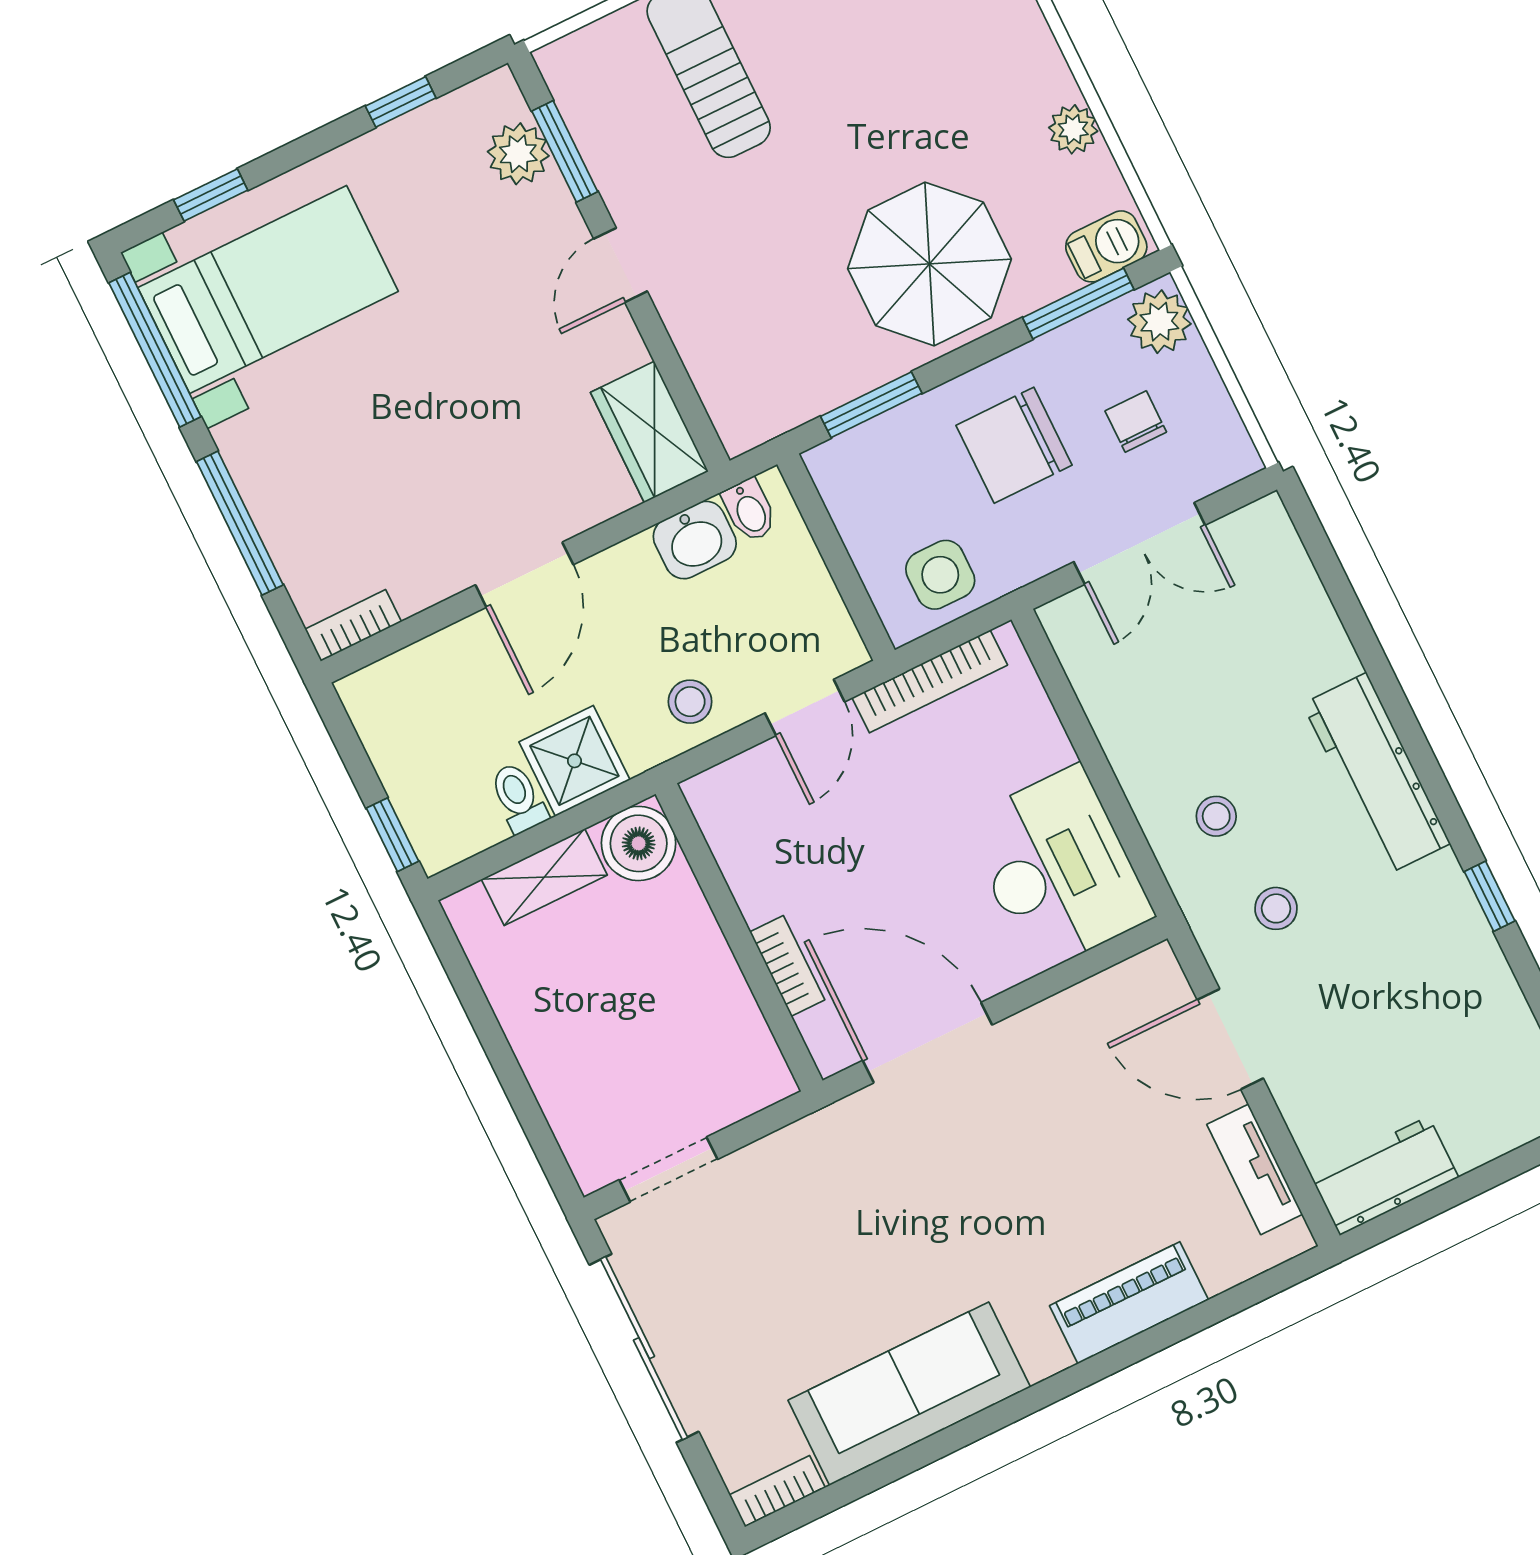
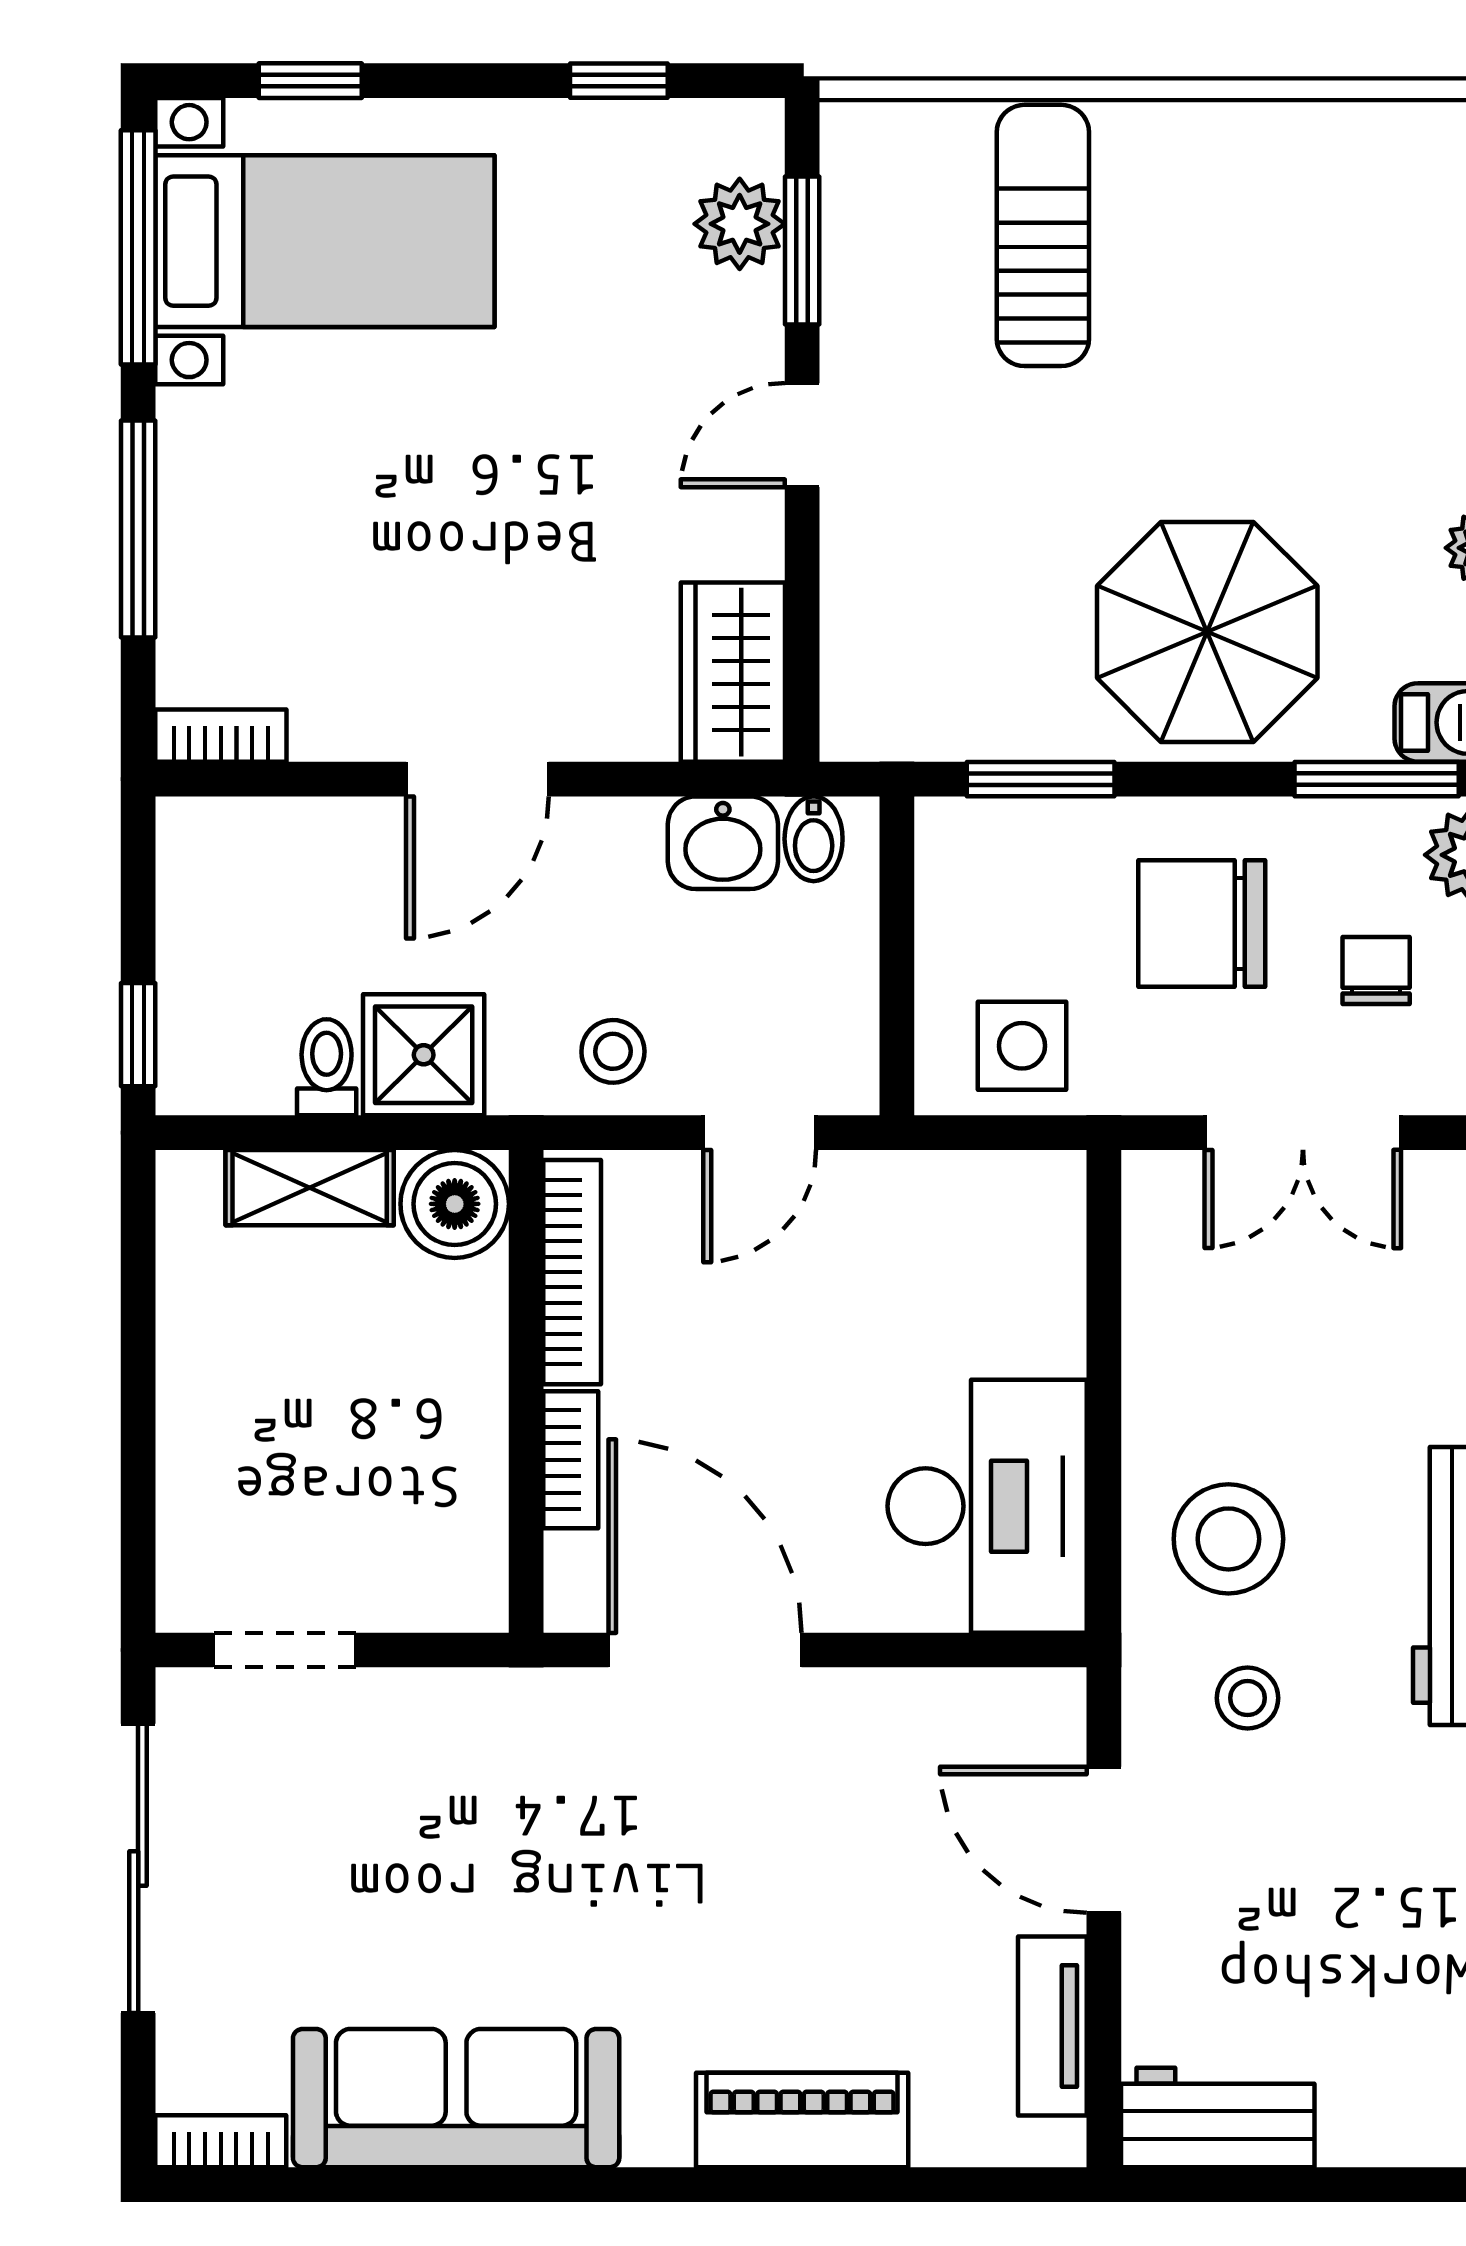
bookcase: (930, 681) -> (572, 1272), moved, turned -90
stool: (1216, 816) -> (1228, 1539), width x1.89, depth x1.89

